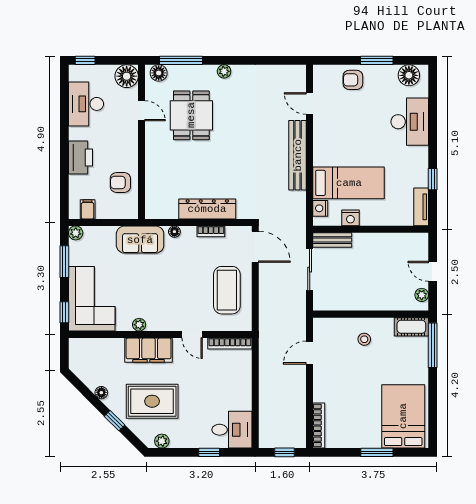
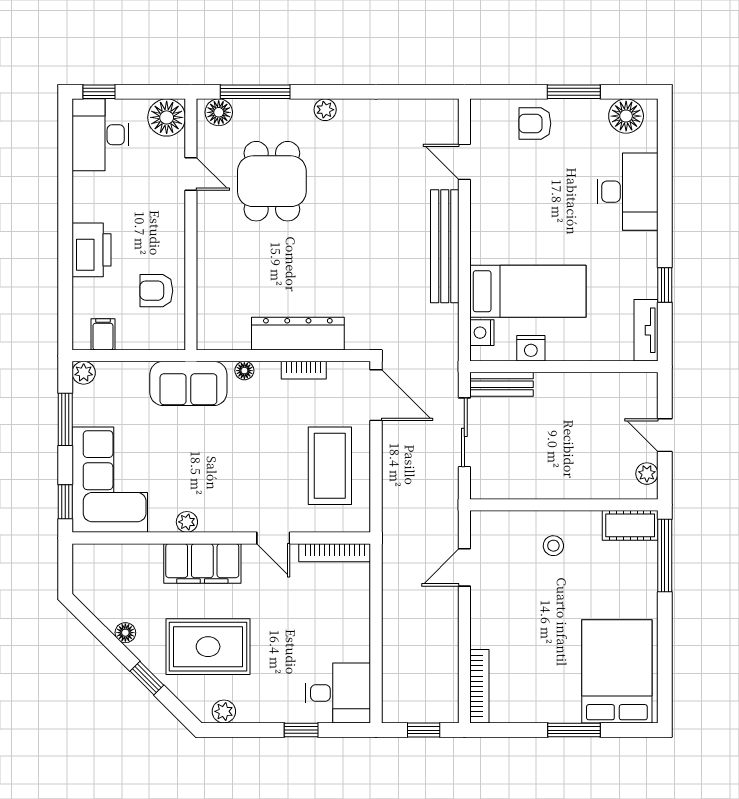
desk: (86, 104) -> (100, 135), moved

